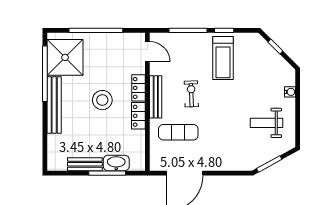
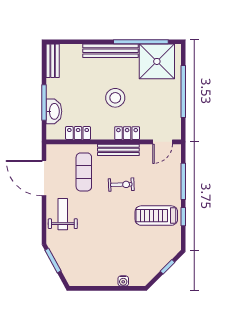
locker: (138, 116) -> (78, 133), moved
weight bench: (267, 123) -> (63, 214), moved
bench: (85, 164) -> (53, 61), moved

